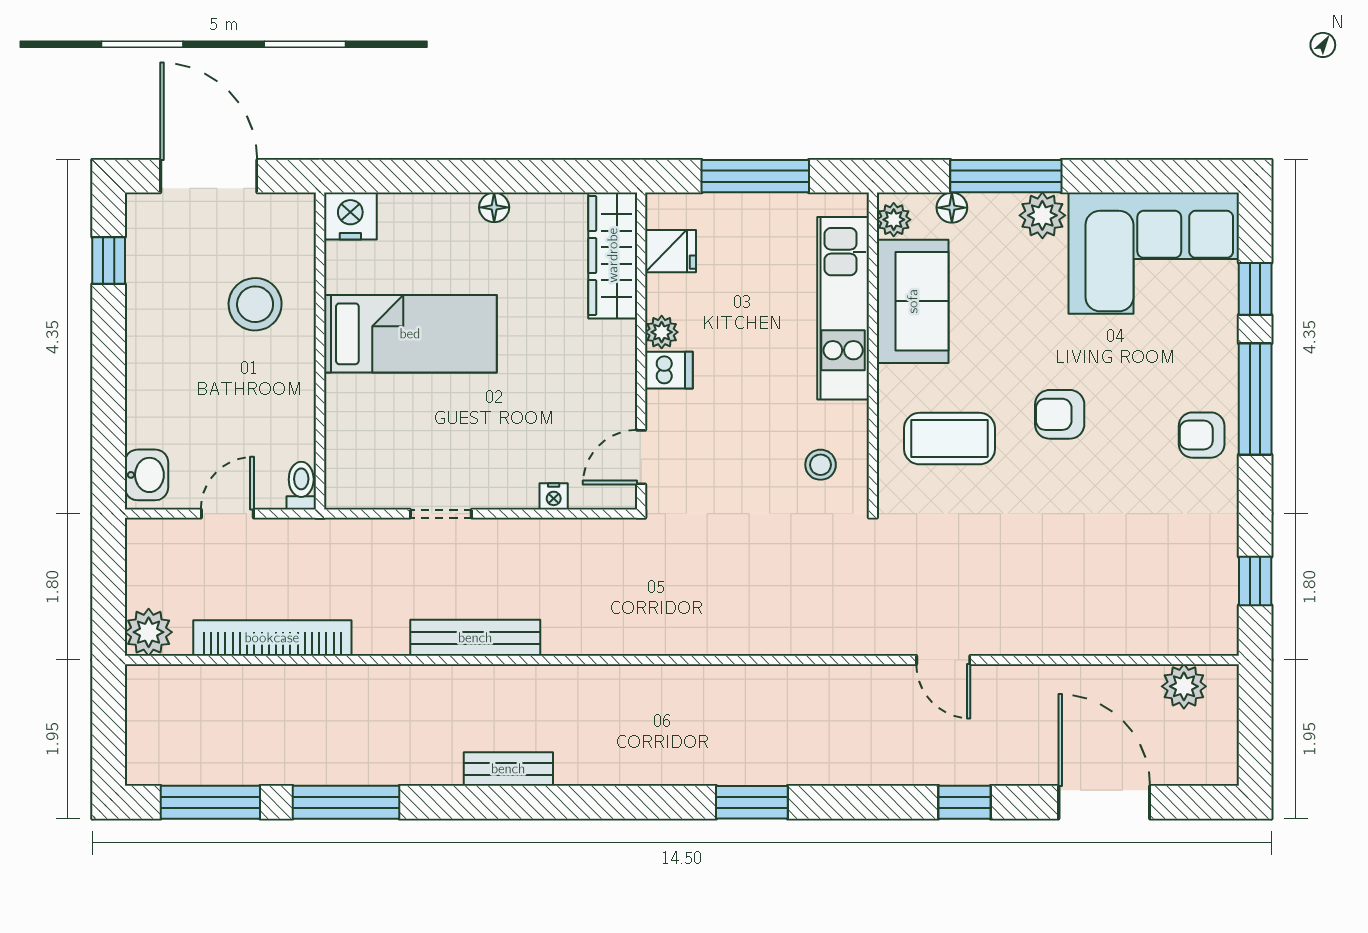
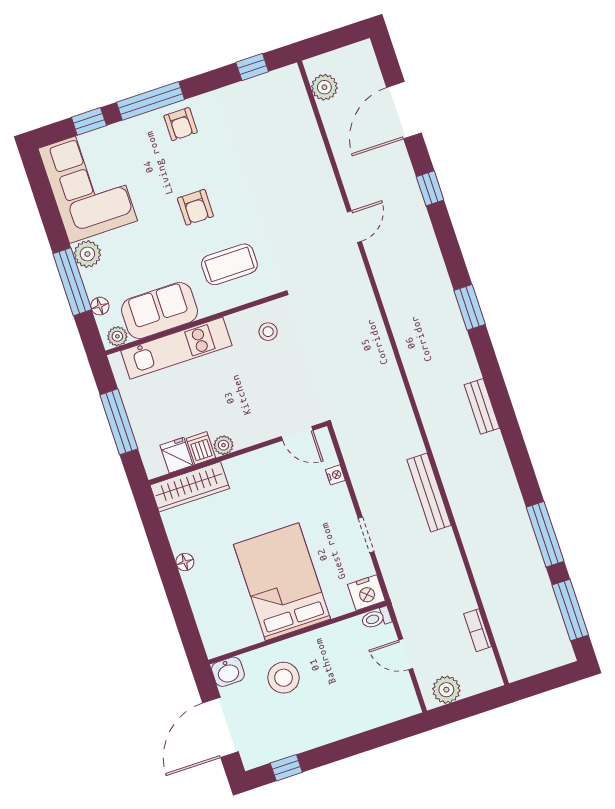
nightstand: (350, 216) -> (366, 593), moved, turned -90
bed: (410, 334) -> (282, 582), width x1.50
dishwasher: (669, 370) -> (201, 448), moved
coffee table: (950, 439) -> (229, 264), turned 90
washbasin: (146, 475) -> (228, 672), moved, turned 180
plant: (149, 632) -> (446, 690), moved
bookcase: (272, 638) -> (478, 630), width x0.43, depth x0.76
bench: (508, 769) -> (482, 406), moved

